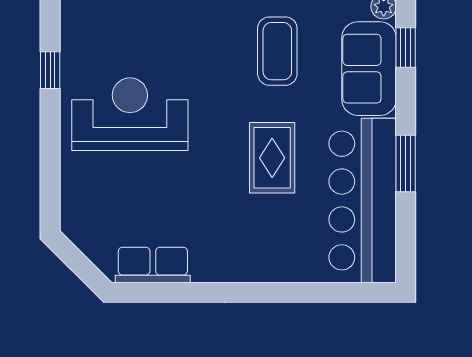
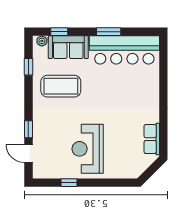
coffee table: (277, 51) -> (61, 86), width x1.36, depth x1.32
rug: (272, 158) -> (106, 88), removed

